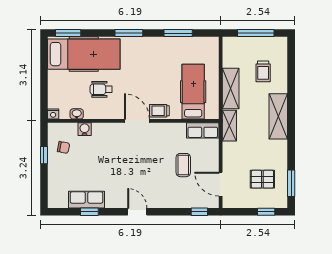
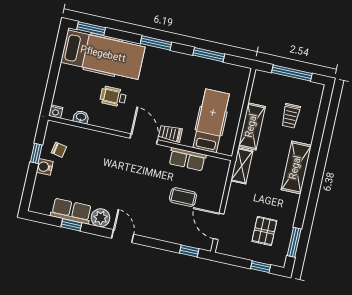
water cooler: (85, 129) -> (45, 167), moved, turned -90
row of seats: (203, 130) -> (187, 159), moved
coffee table: (183, 165) -> (183, 197), turned 90
pallet: (262, 179) -> (264, 231), turned 90
plant: (114, 200) -> (101, 218), added

